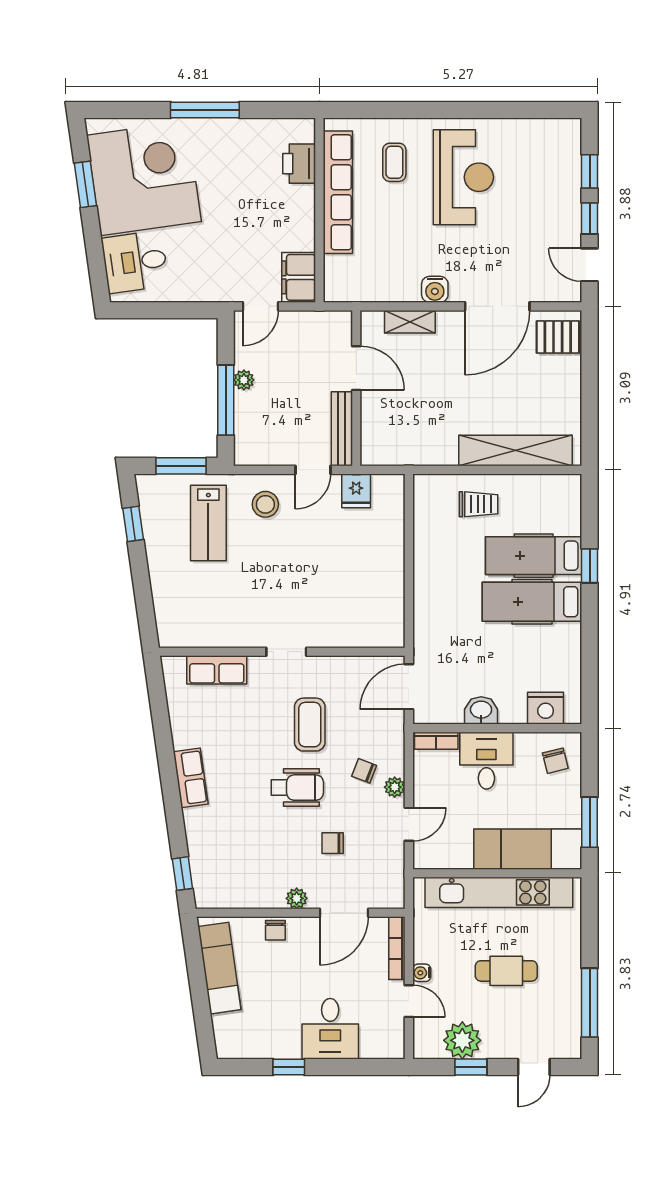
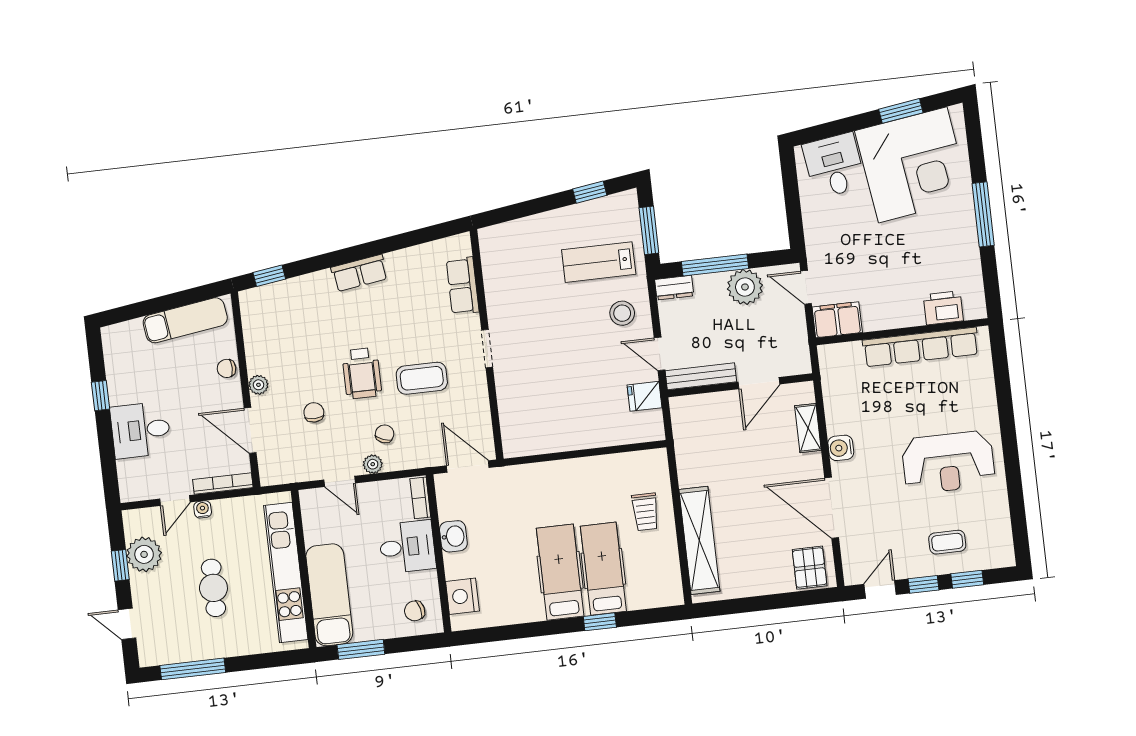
coffee table: (394, 162) -> (947, 542), moved
plant: (244, 380) -> (745, 287), width x1.88, depth x1.88
dresser: (245, 446) -> (674, 288), added

